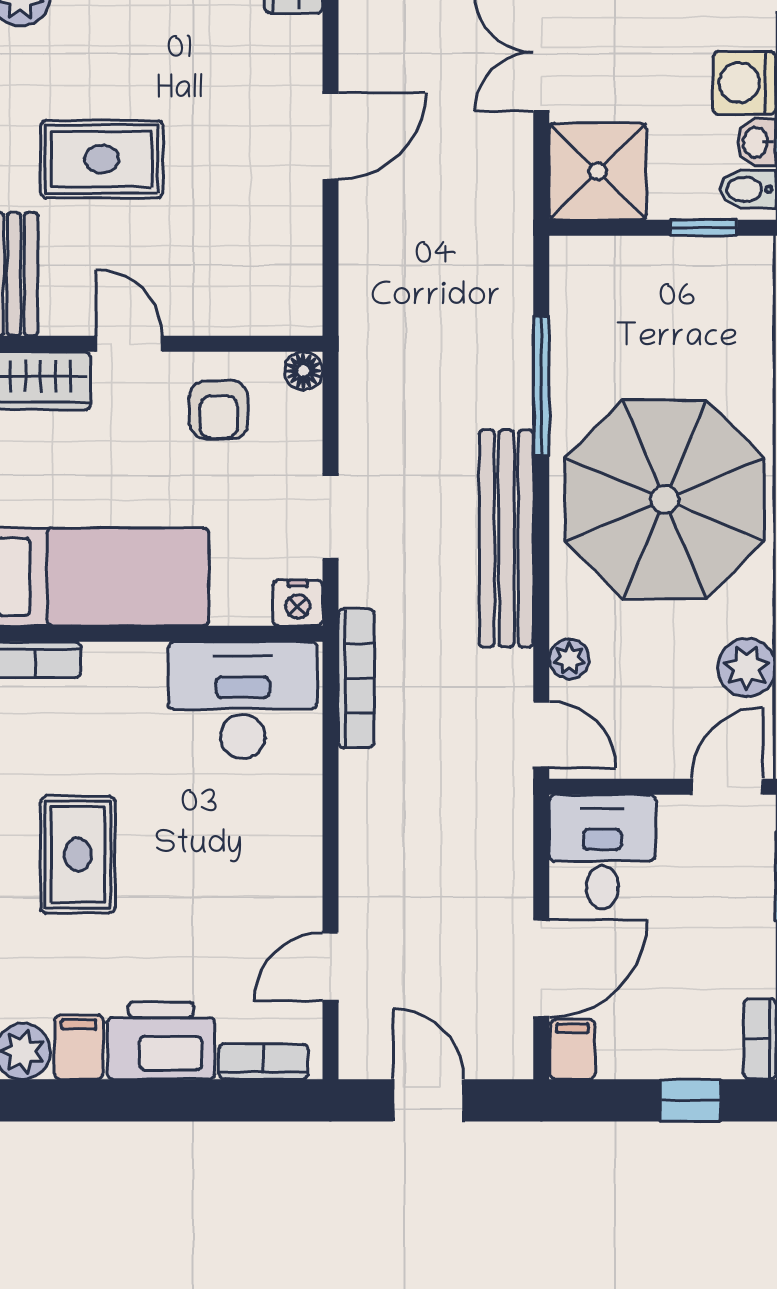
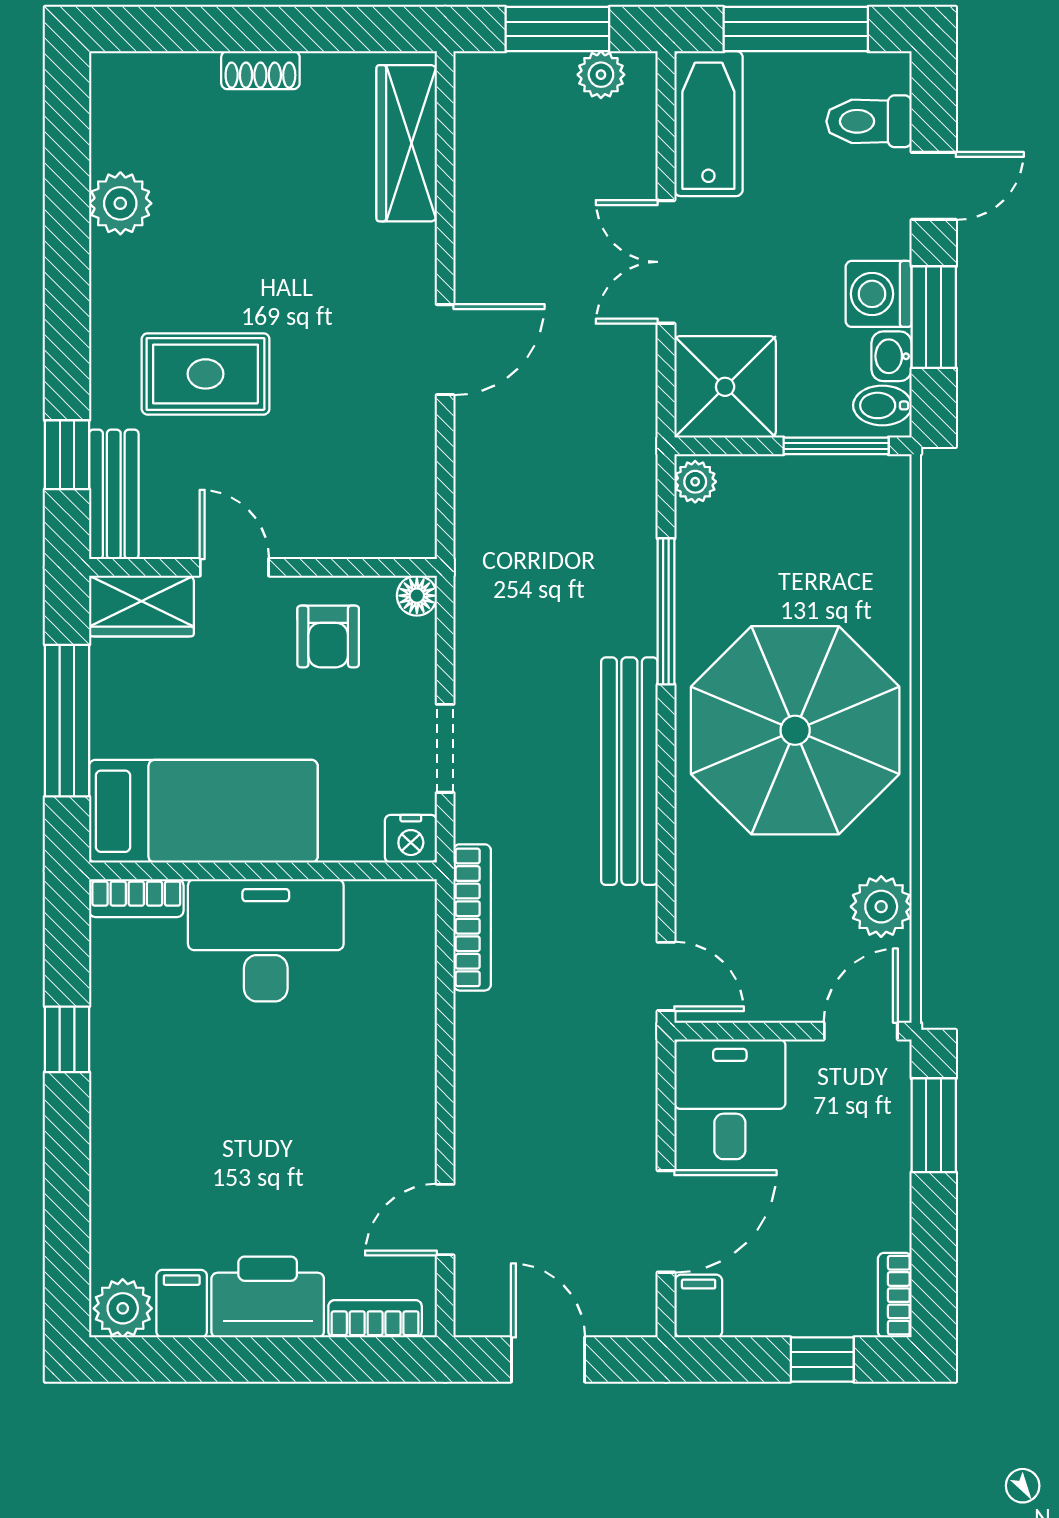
window: (704, 228) -> (836, 446), width x1.50
plant: (569, 659) -> (695, 482), moved
desk: (243, 700) -> (266, 940), moved
rug: (78, 855) -> (181, 1102), removed

